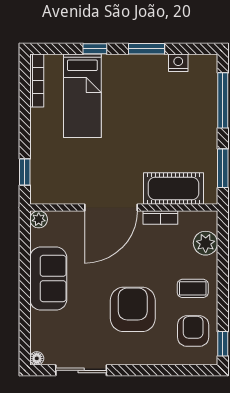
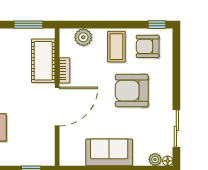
door: (111, 208) -> (57, 106), hinge flipped
plant: (39, 219) -> (155, 159), moved
coffee table: (193, 288) -> (116, 47), width x1.36, depth x1.30

